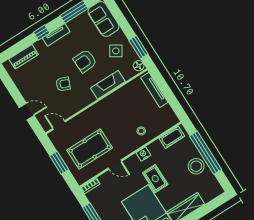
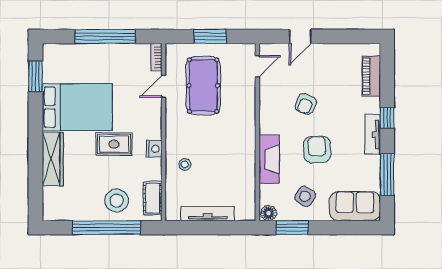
tv unit: (154, 90) -> (208, 214), moved
door: (115, 165) -> (164, 86), moved
stool: (196, 166) -> (117, 201), moved

